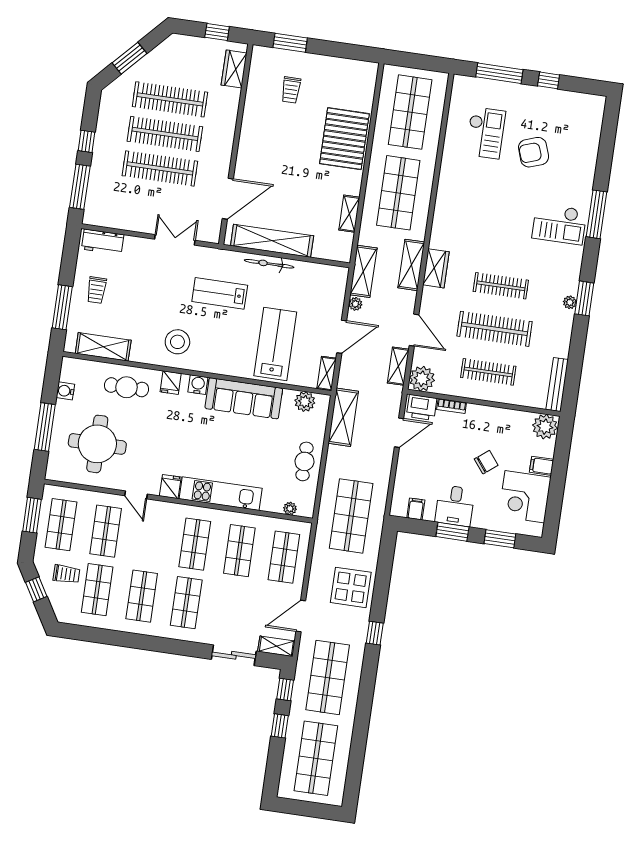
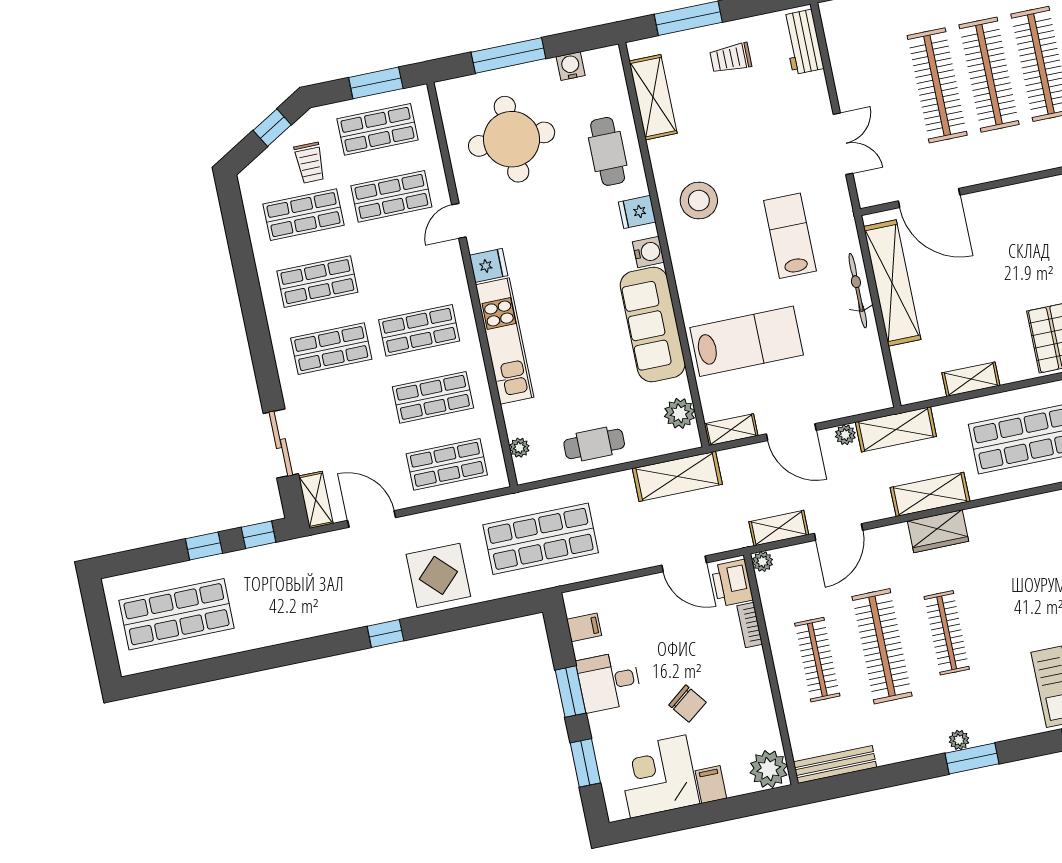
plant: (422, 379) -> (763, 562), width x0.53, depth x0.53
shop shelf: (328, 677) -> (298, 589), removed

